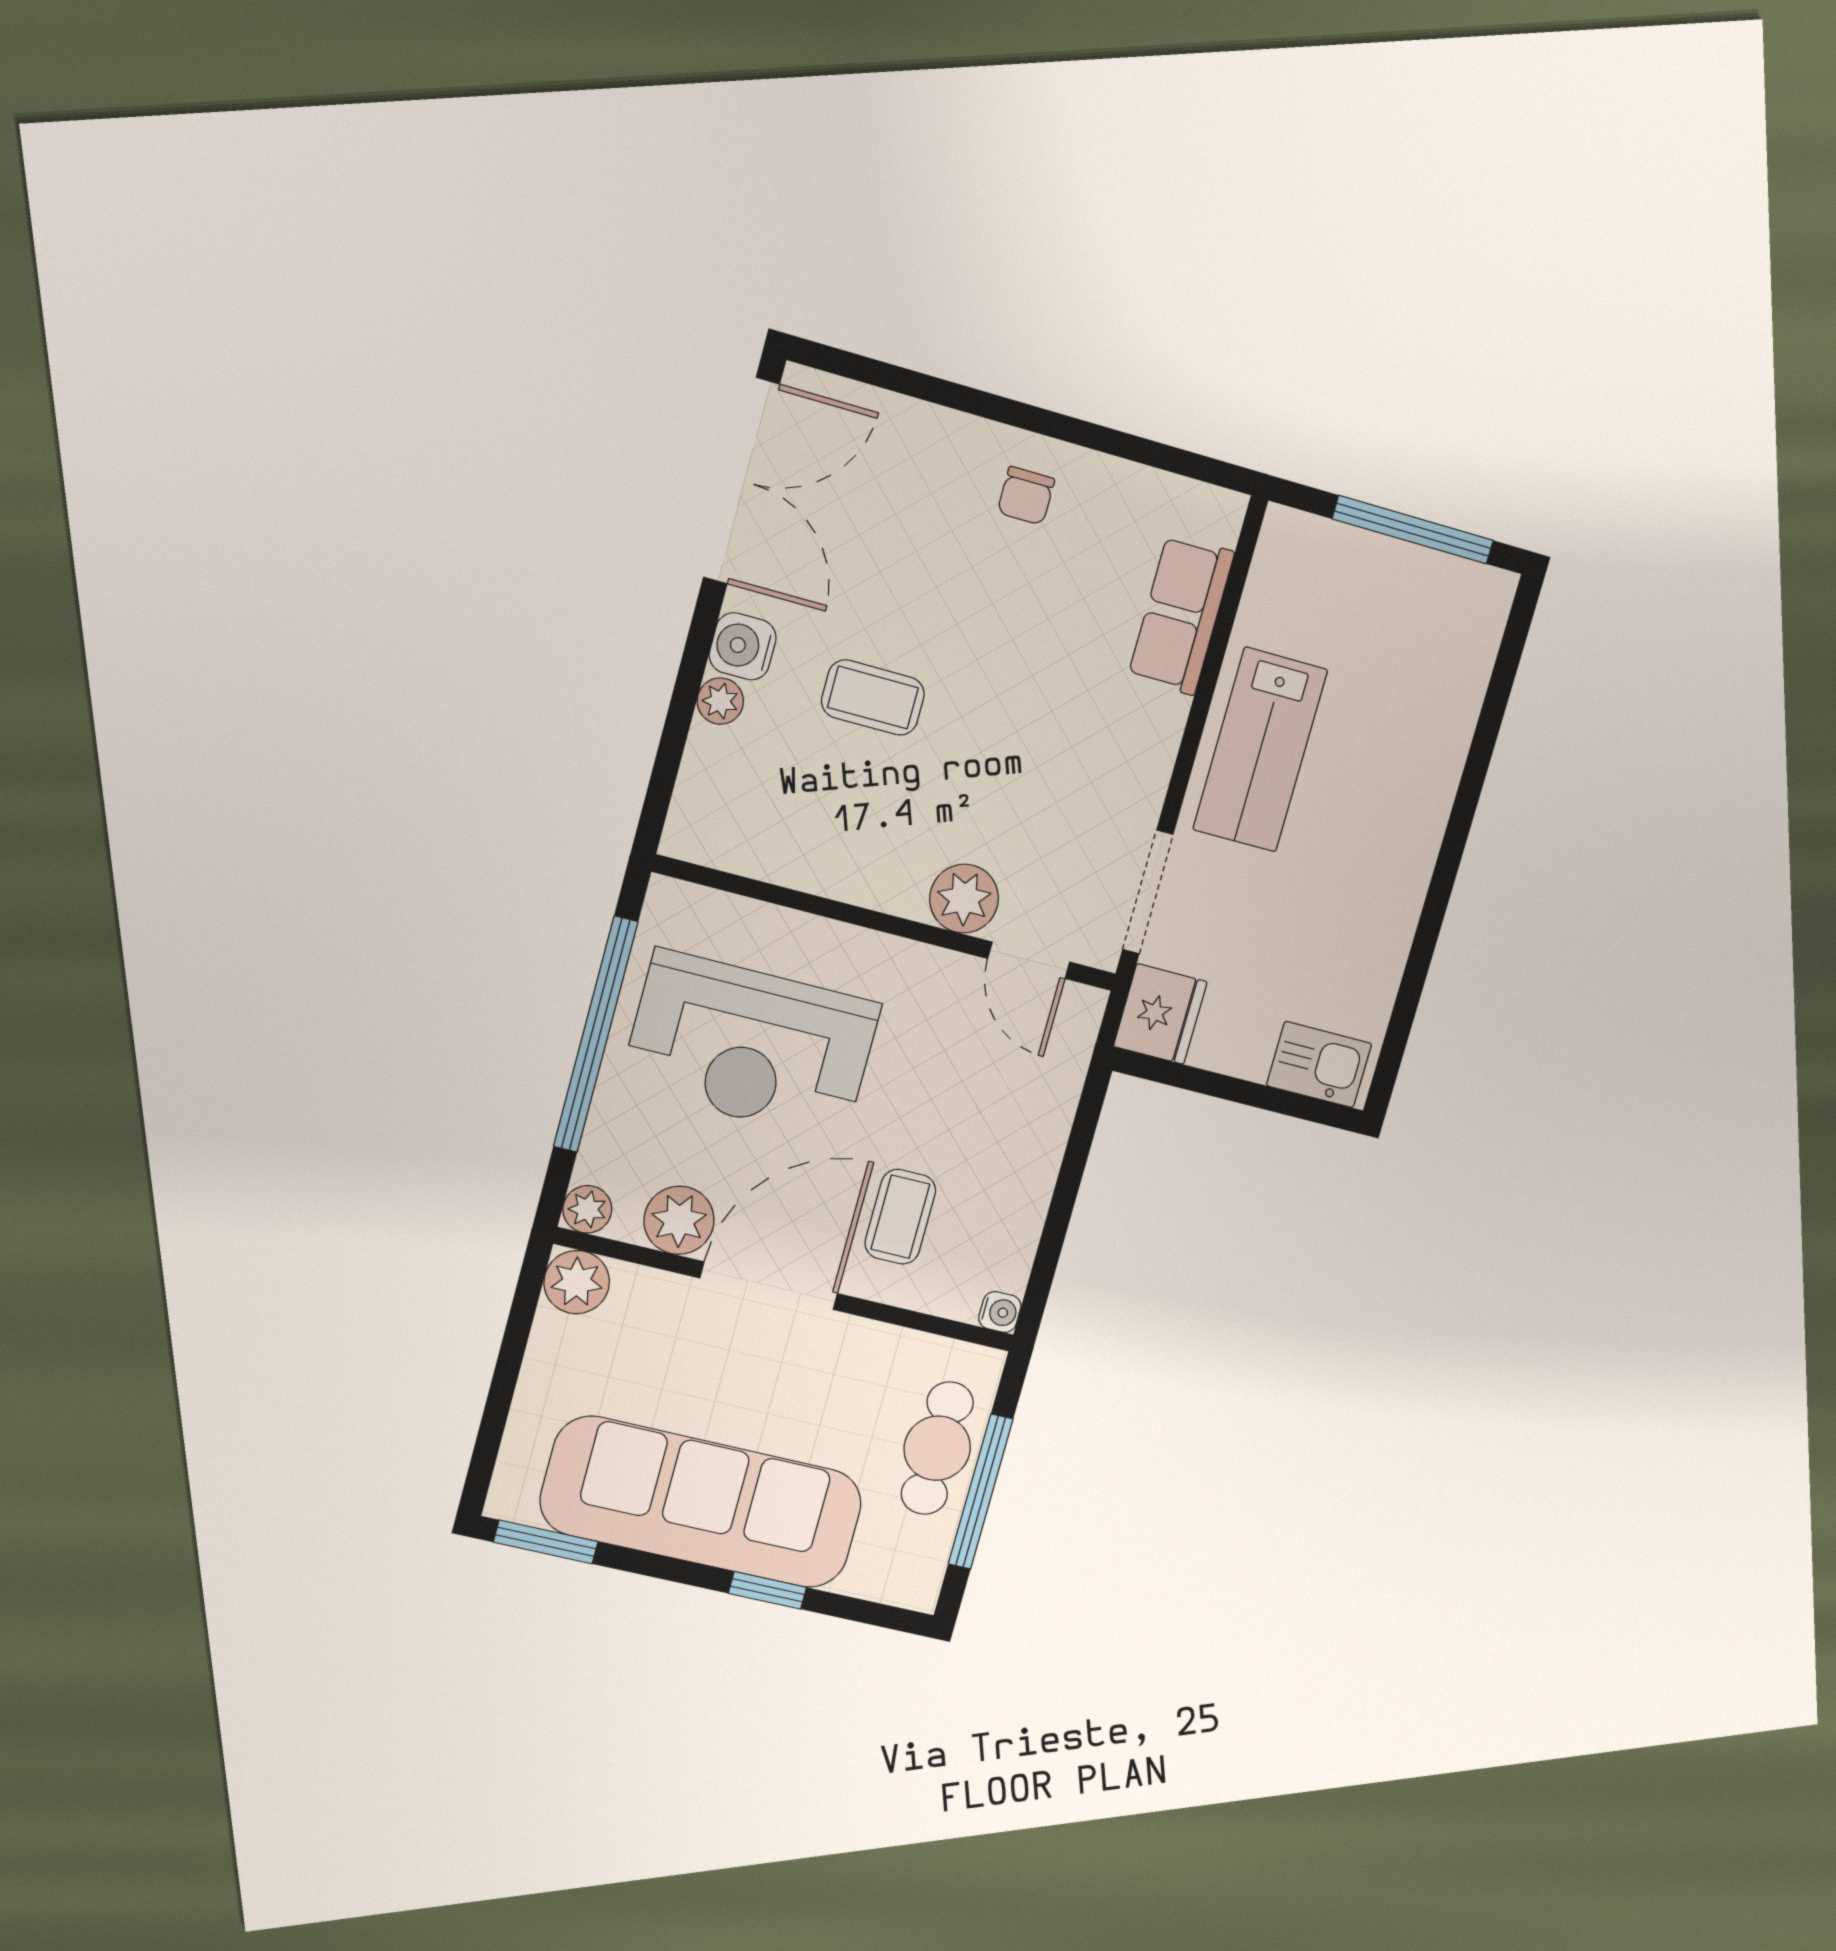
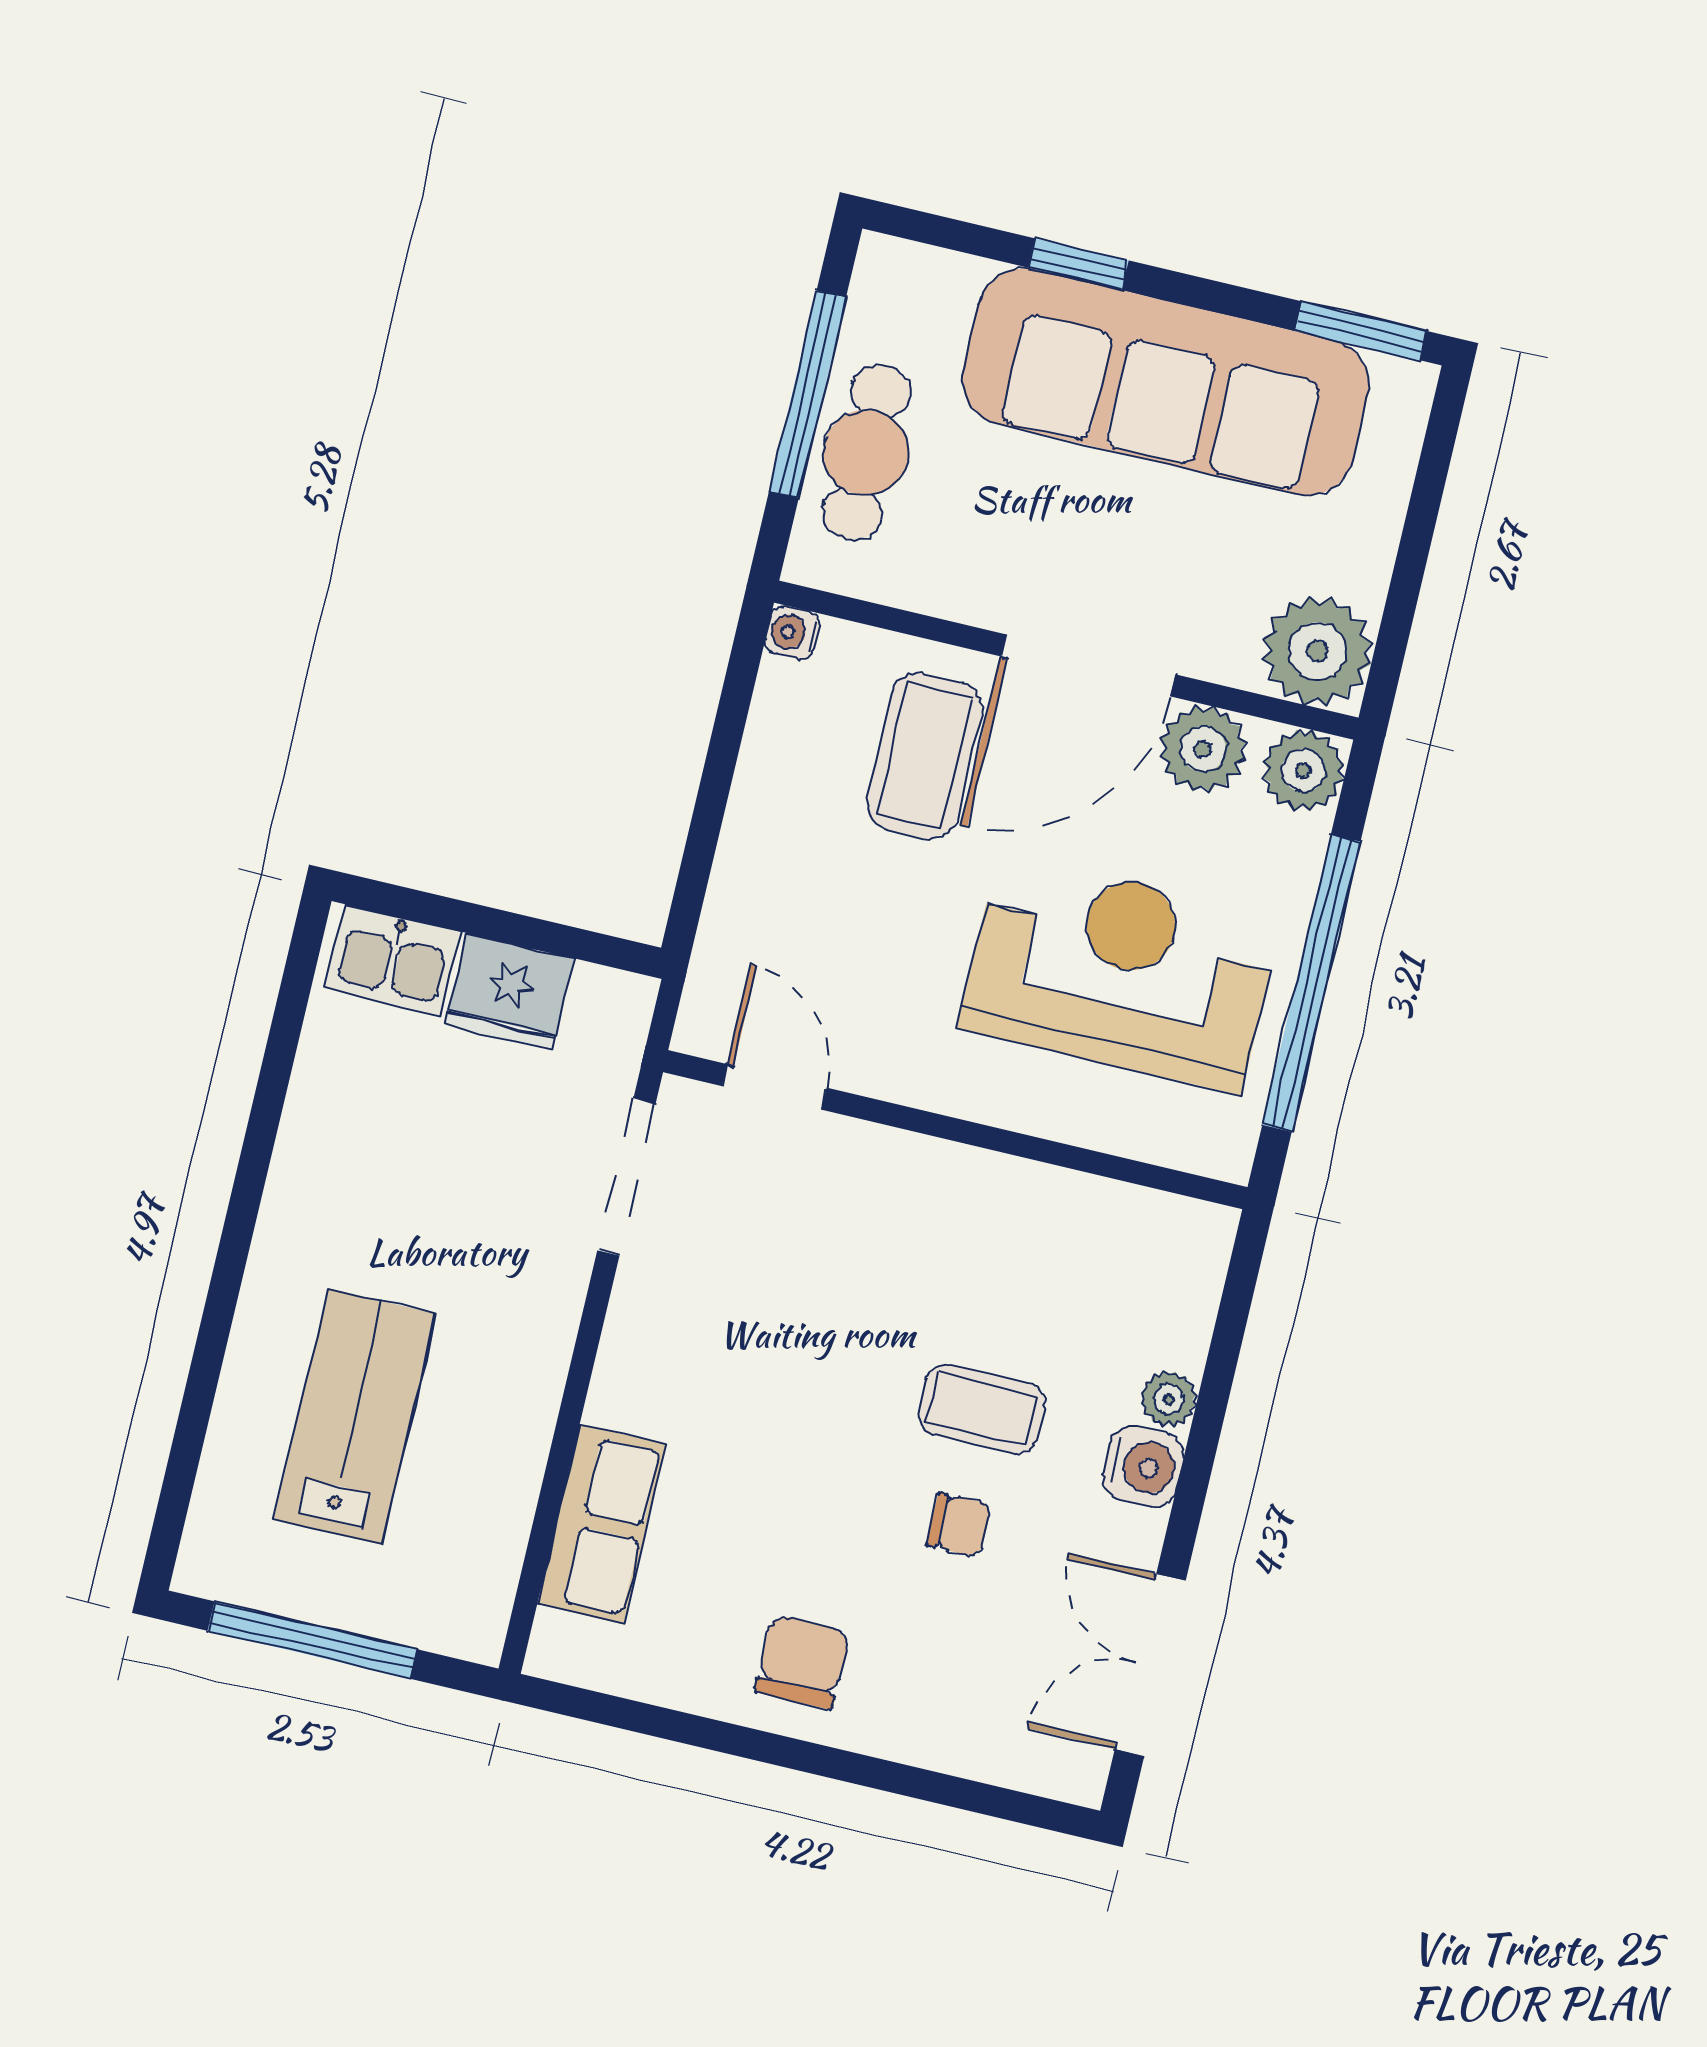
double door: (741, 481) -> (1150, 1665), width x0.73
chair: (1026, 496) -> (802, 1662), width x1.37, depth x1.37
chair: (895, 603) -> (959, 1525), added
lab bench: (1260, 750) -> (355, 1417), moved
plant: (964, 899) -> (859, 1163), removed
fridge: (1160, 1014) -> (509, 992), moved, turned -90
plant: (587, 1209) -> (1303, 771), width x1.38, depth x1.38
coffee table: (900, 1217) -> (925, 756), width x1.36, depth x1.30
plant: (577, 1282) -> (1317, 651), width x1.36, depth x1.36

